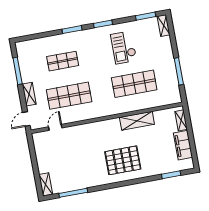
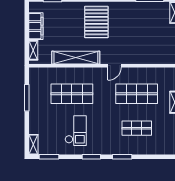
shelving: (137, 121) -> (76, 58), width x1.47
door: (55, 127) -> (114, 66), moved
pallet: (123, 160) -> (96, 22), turned 90

